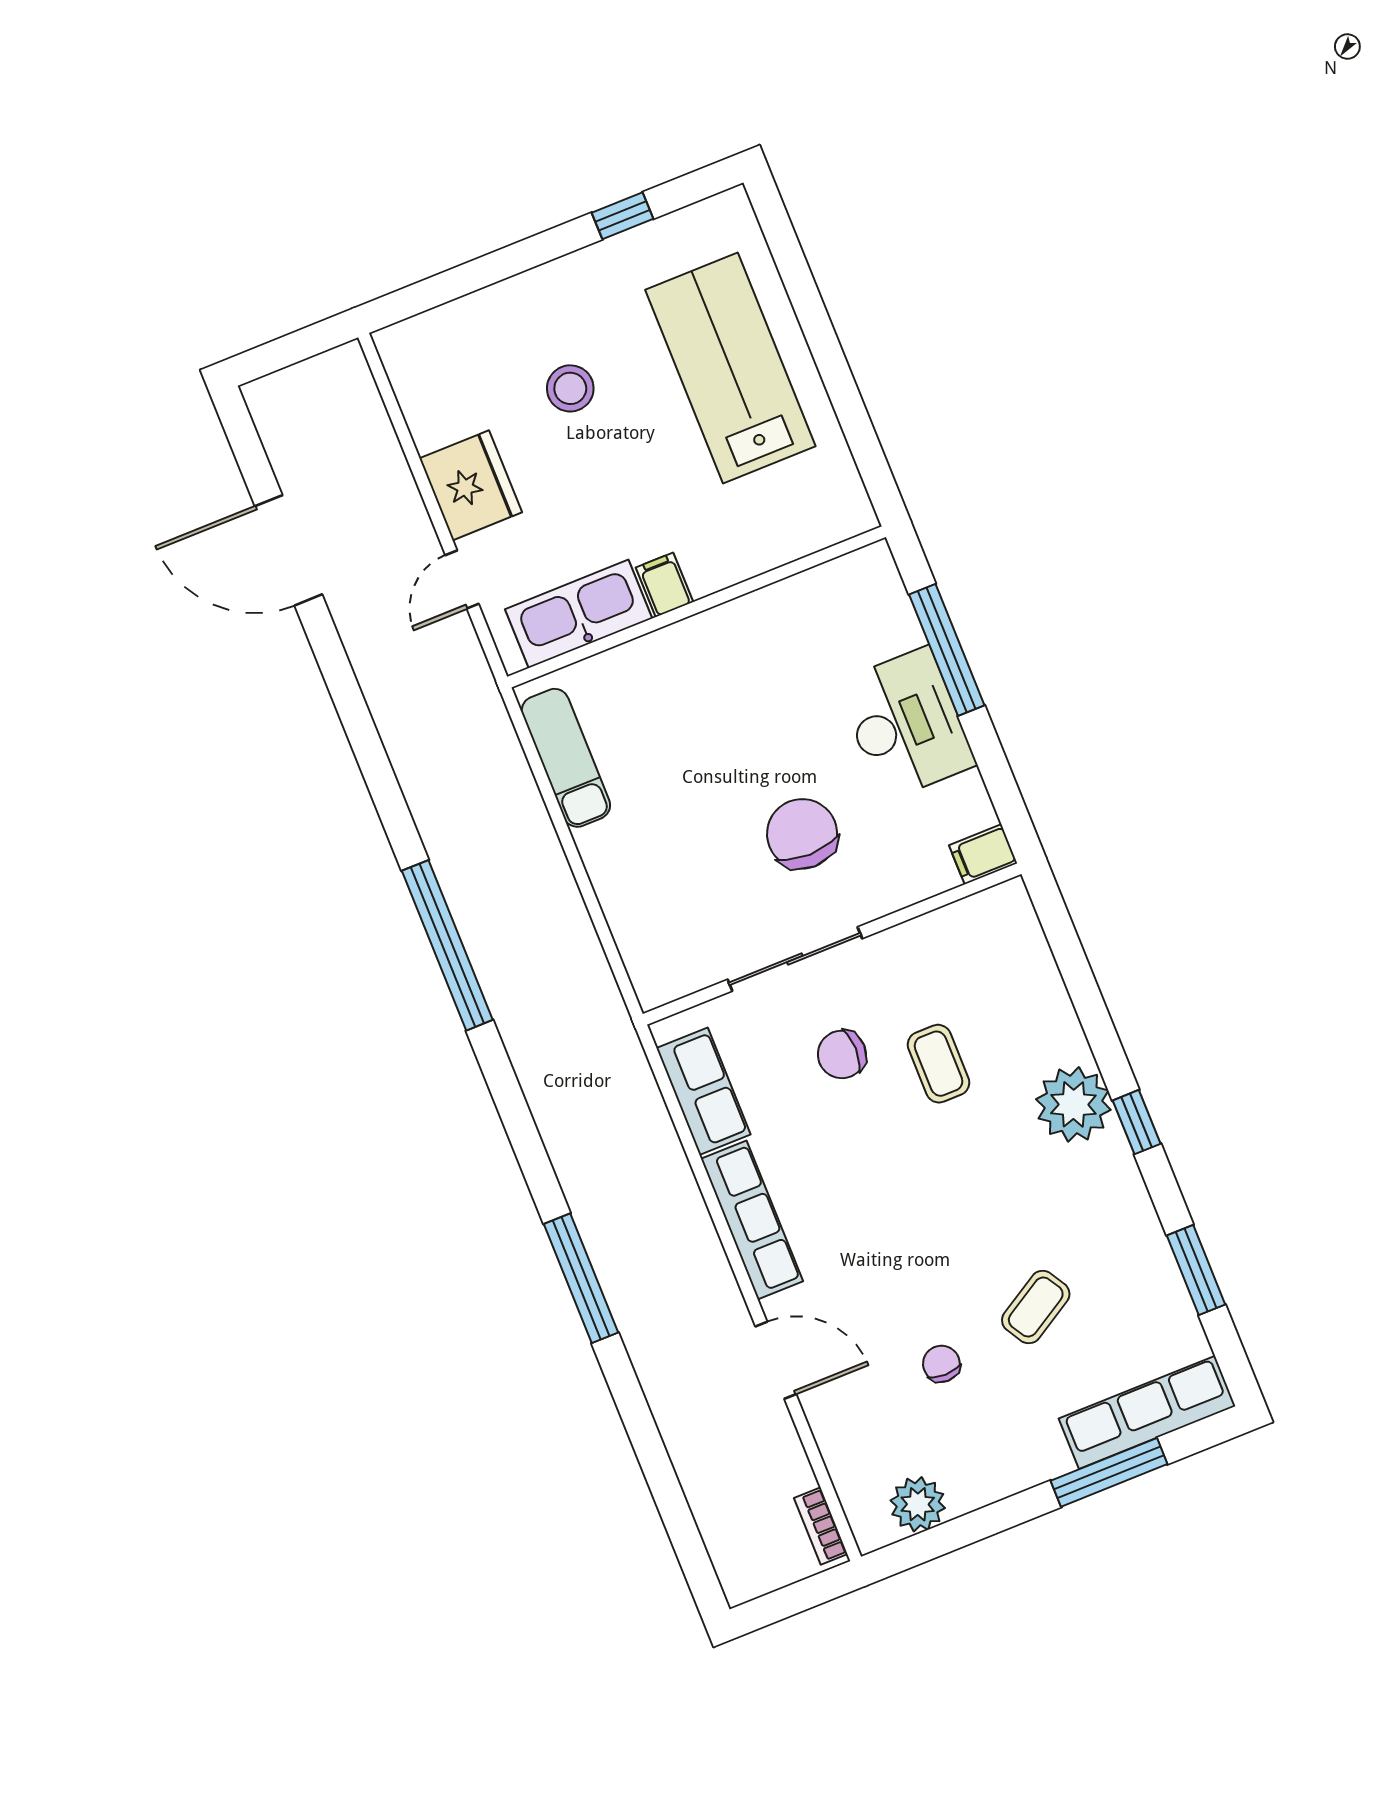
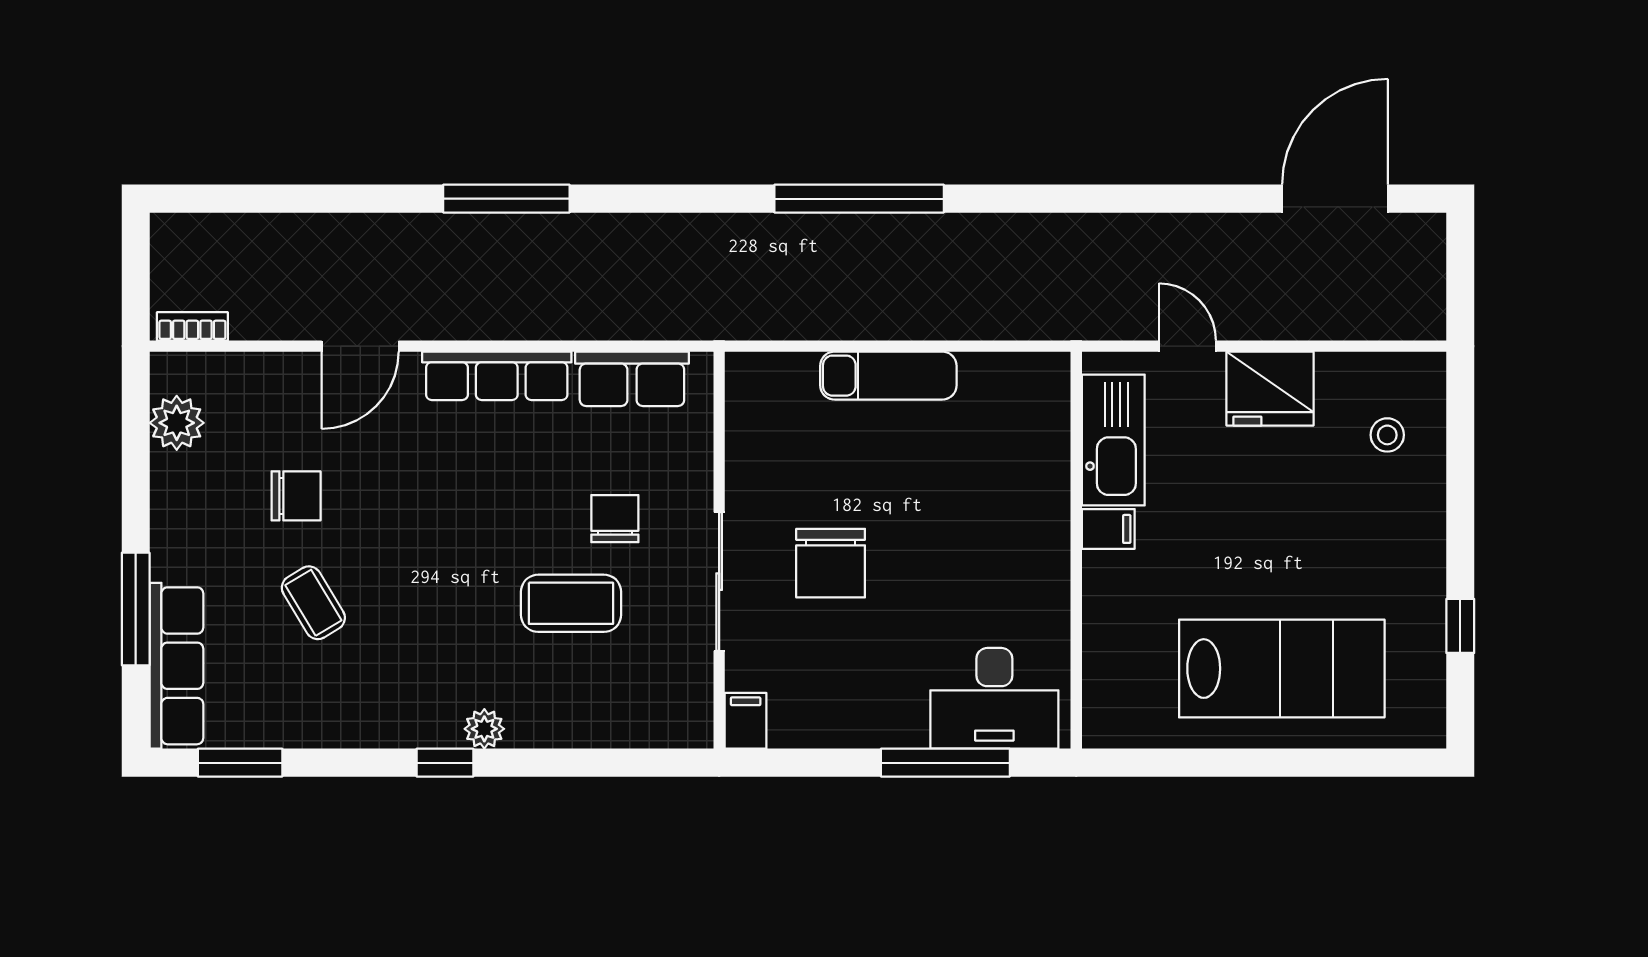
stool: (570, 388) -> (1387, 435), moved, width x0.73, depth x0.73
door: (288, 550) -> (1335, 199), moved
desk: (906, 724) -> (994, 698), moved
exam couch: (566, 758) -> (888, 376), moved
chair: (802, 834) -> (831, 563), turned 90
sliding door: (795, 959) -> (719, 582), moved
coffee table: (938, 1064) -> (571, 603), width x1.36, depth x1.30
plant: (1073, 1104) -> (484, 729), width x0.53, depth x0.53
window: (1196, 1270) -> (240, 763), moved
chair: (941, 1364) -> (296, 496), width x1.37, depth x1.37

